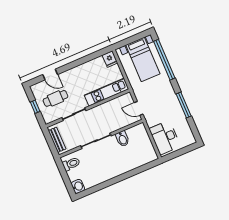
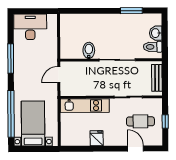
fridge: (110, 59) -> (97, 138), moved
door: (139, 108) -> (59, 75), swing flipped
desk: (165, 138) -> (30, 27), moved, turned -90
washbasin: (78, 186) -> (156, 33), moved
window: (101, 186) -> (131, 11), added

